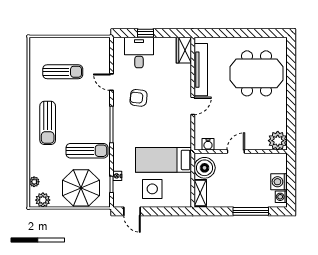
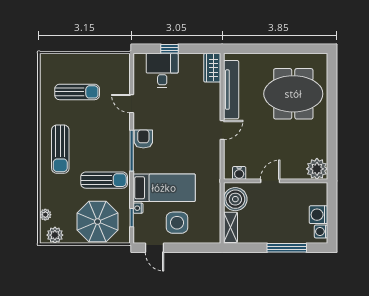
armchair: (139, 98) -> (143, 139), moved, turned 84
bed: (164, 160) -> (164, 188), moved, turned 180

